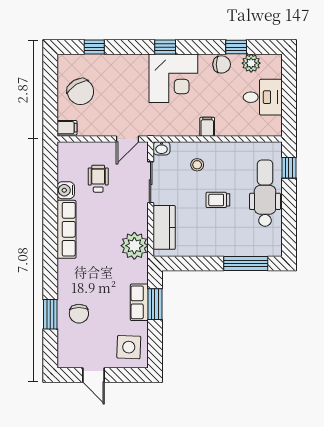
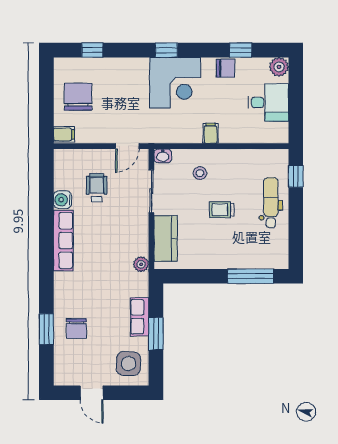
plant: (251, 63) -> (279, 67), moved
chair: (80, 92) -> (78, 97), turned -149
dental chair: (265, 193) -> (271, 203), width x0.73, depth x0.72
plant: (134, 246) -> (141, 264), width x0.53, depth x0.53
window: (155, 304) -> (156, 334), moved

